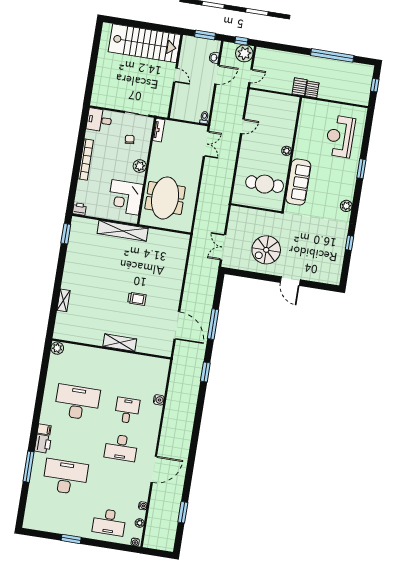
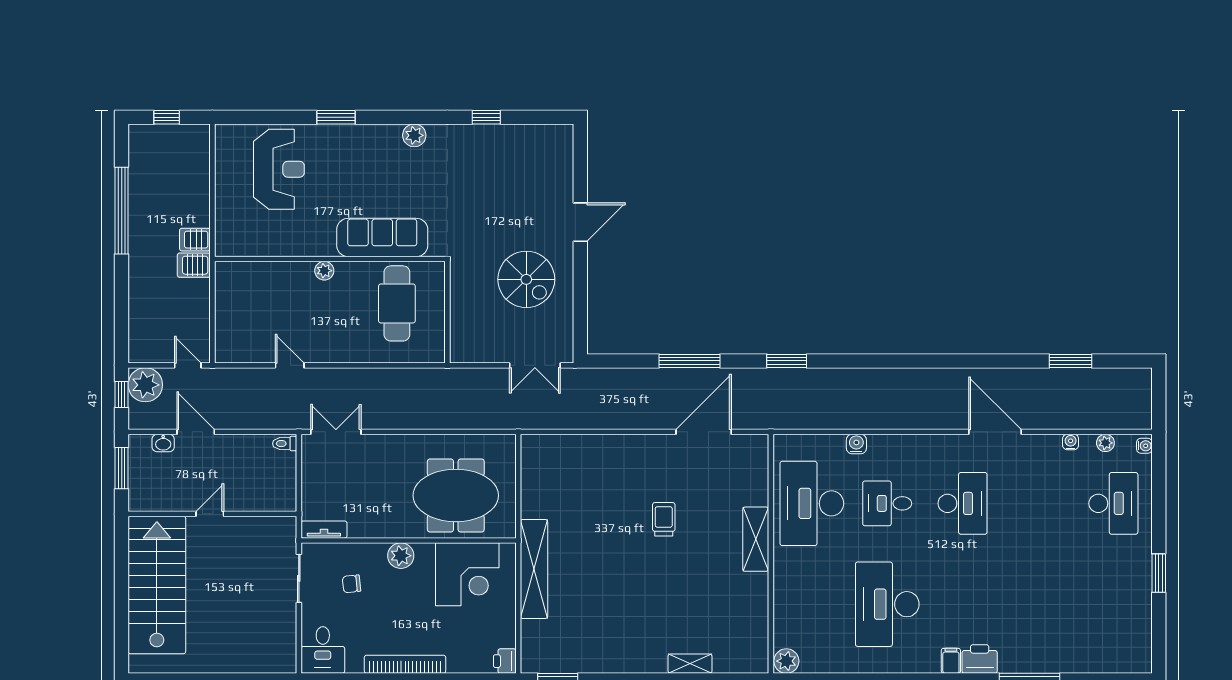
reception desk: (340, 136) -> (279, 169), turned -90
desk: (65, 477) -> (812, 503), moved

